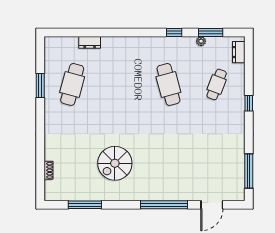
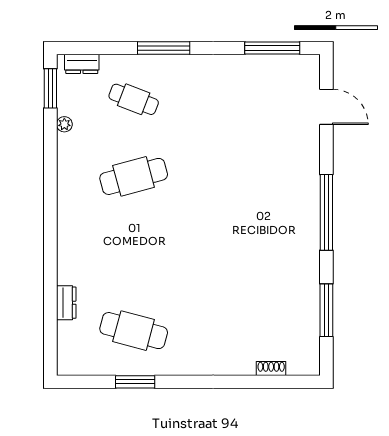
window: (174, 32) -> (50, 167), removed
window: (211, 32) -> (50, 88), moved
window: (249, 103) -> (164, 48), width x2.17
spiral stairs: (115, 163) -> (260, 262), removed
window: (164, 205) -> (326, 212), moved

